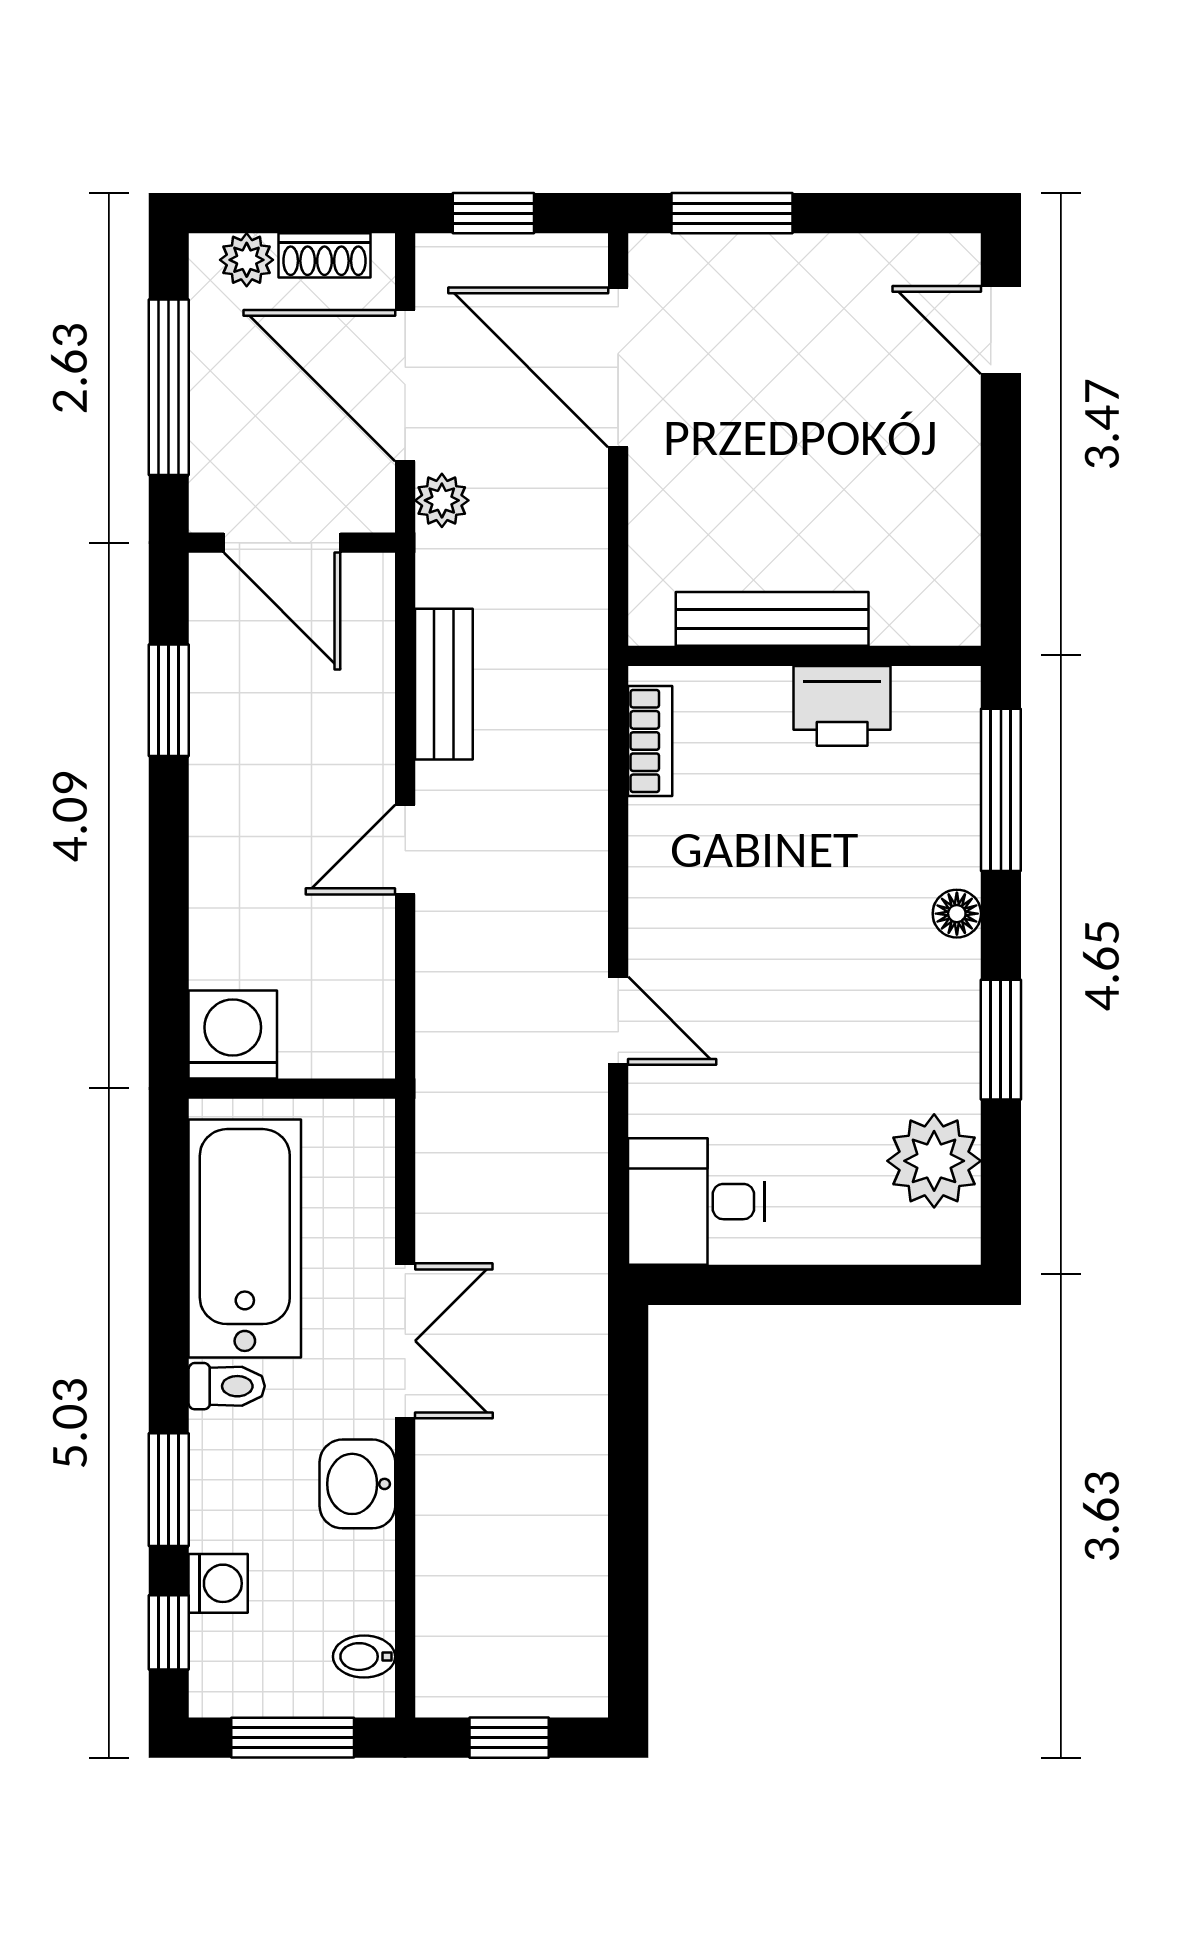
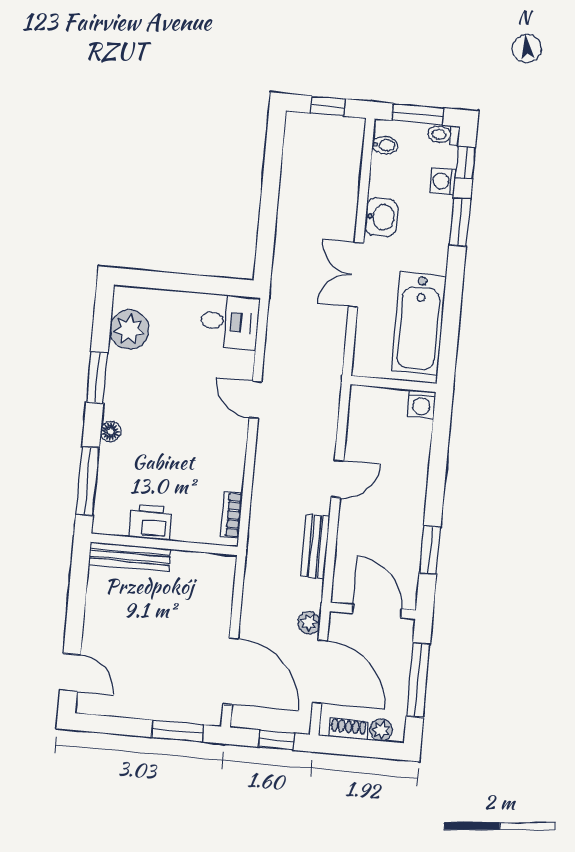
bench: (772, 619) -> (129, 557), moved
washing machine: (233, 1035) -> (421, 404), width x0.73, depth x0.73
toilet: (227, 1386) -> (443, 135), moved

